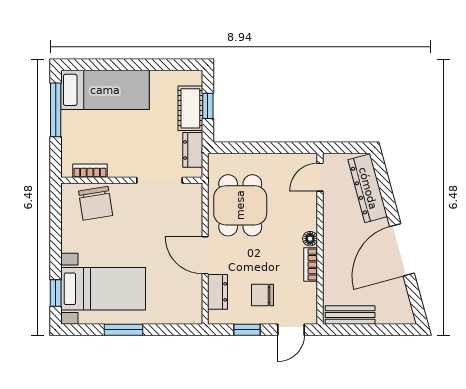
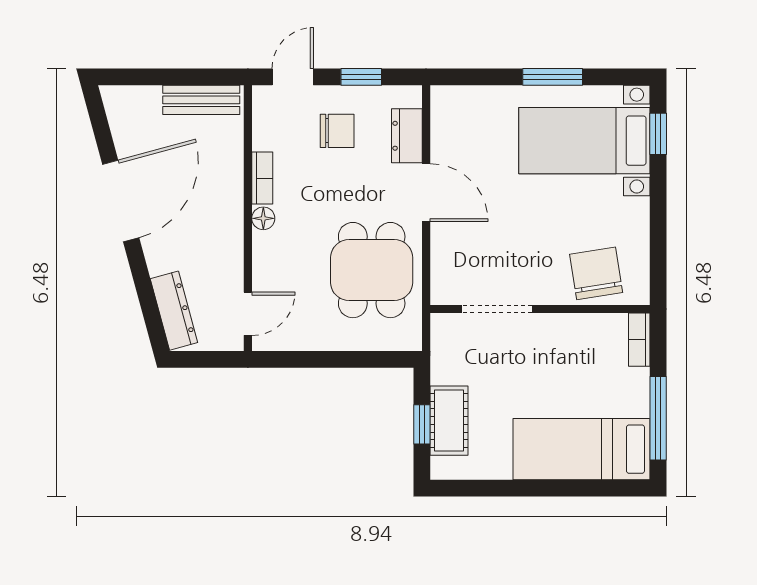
dresser: (193, 150) -> (445, 356), removed
bookcase: (90, 171) -> (639, 340), moved, turned 90
dresser: (368, 188) -> (174, 311), width x0.73, depth x0.80

